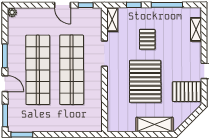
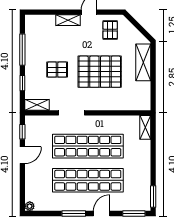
shelving: (196, 29) -> (68, 20), moved
pallet: (186, 92) -> (110, 30), width x0.67, depth x0.71
shelving: (90, 127) -> (145, 127), added

